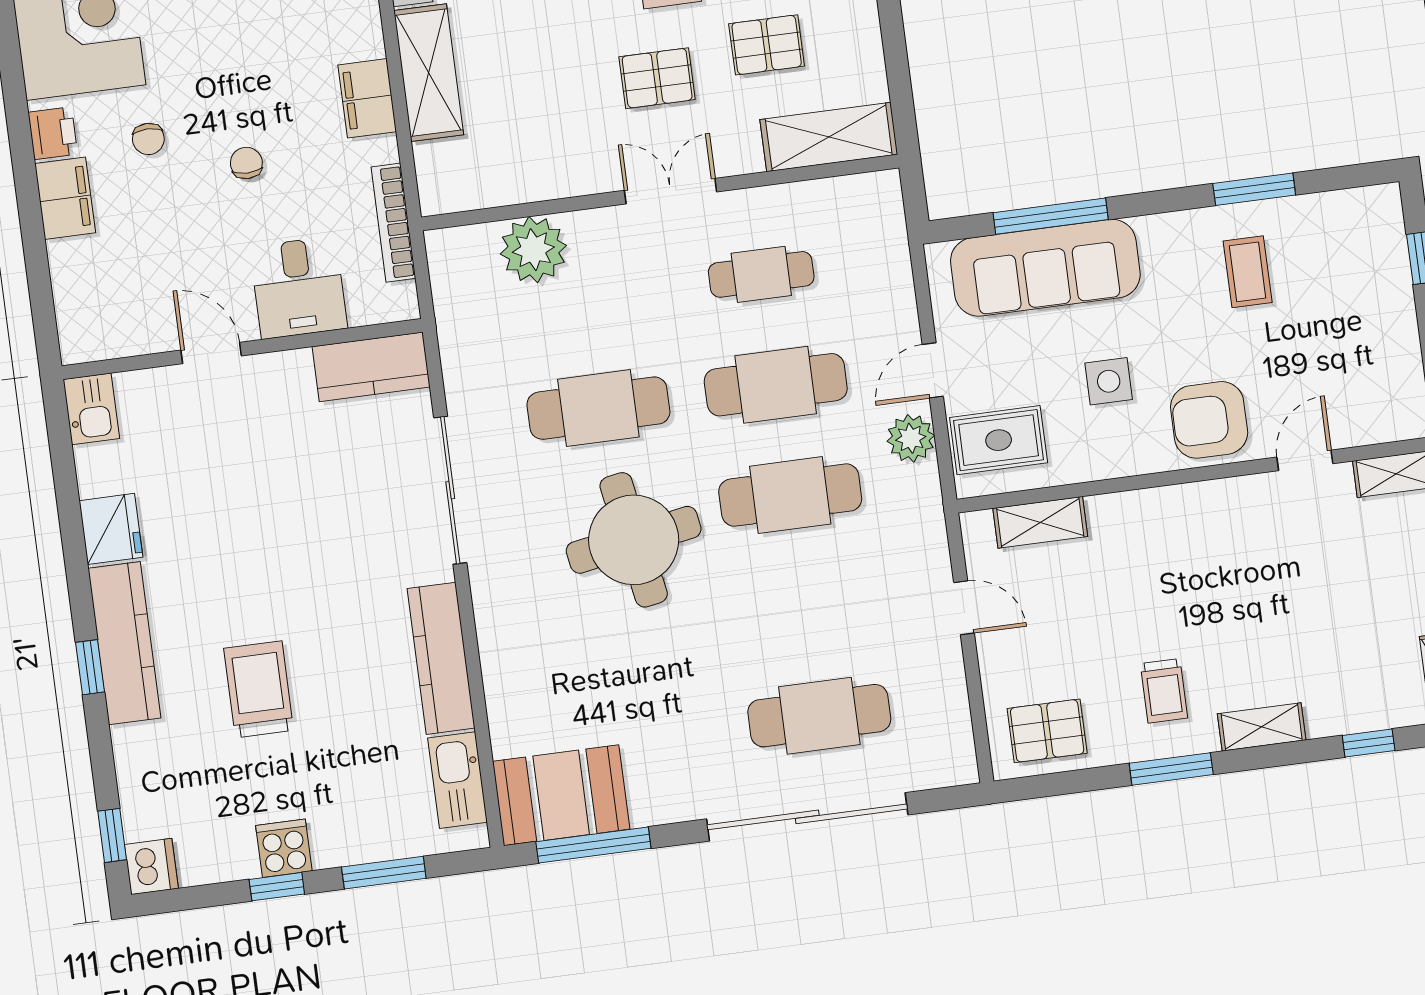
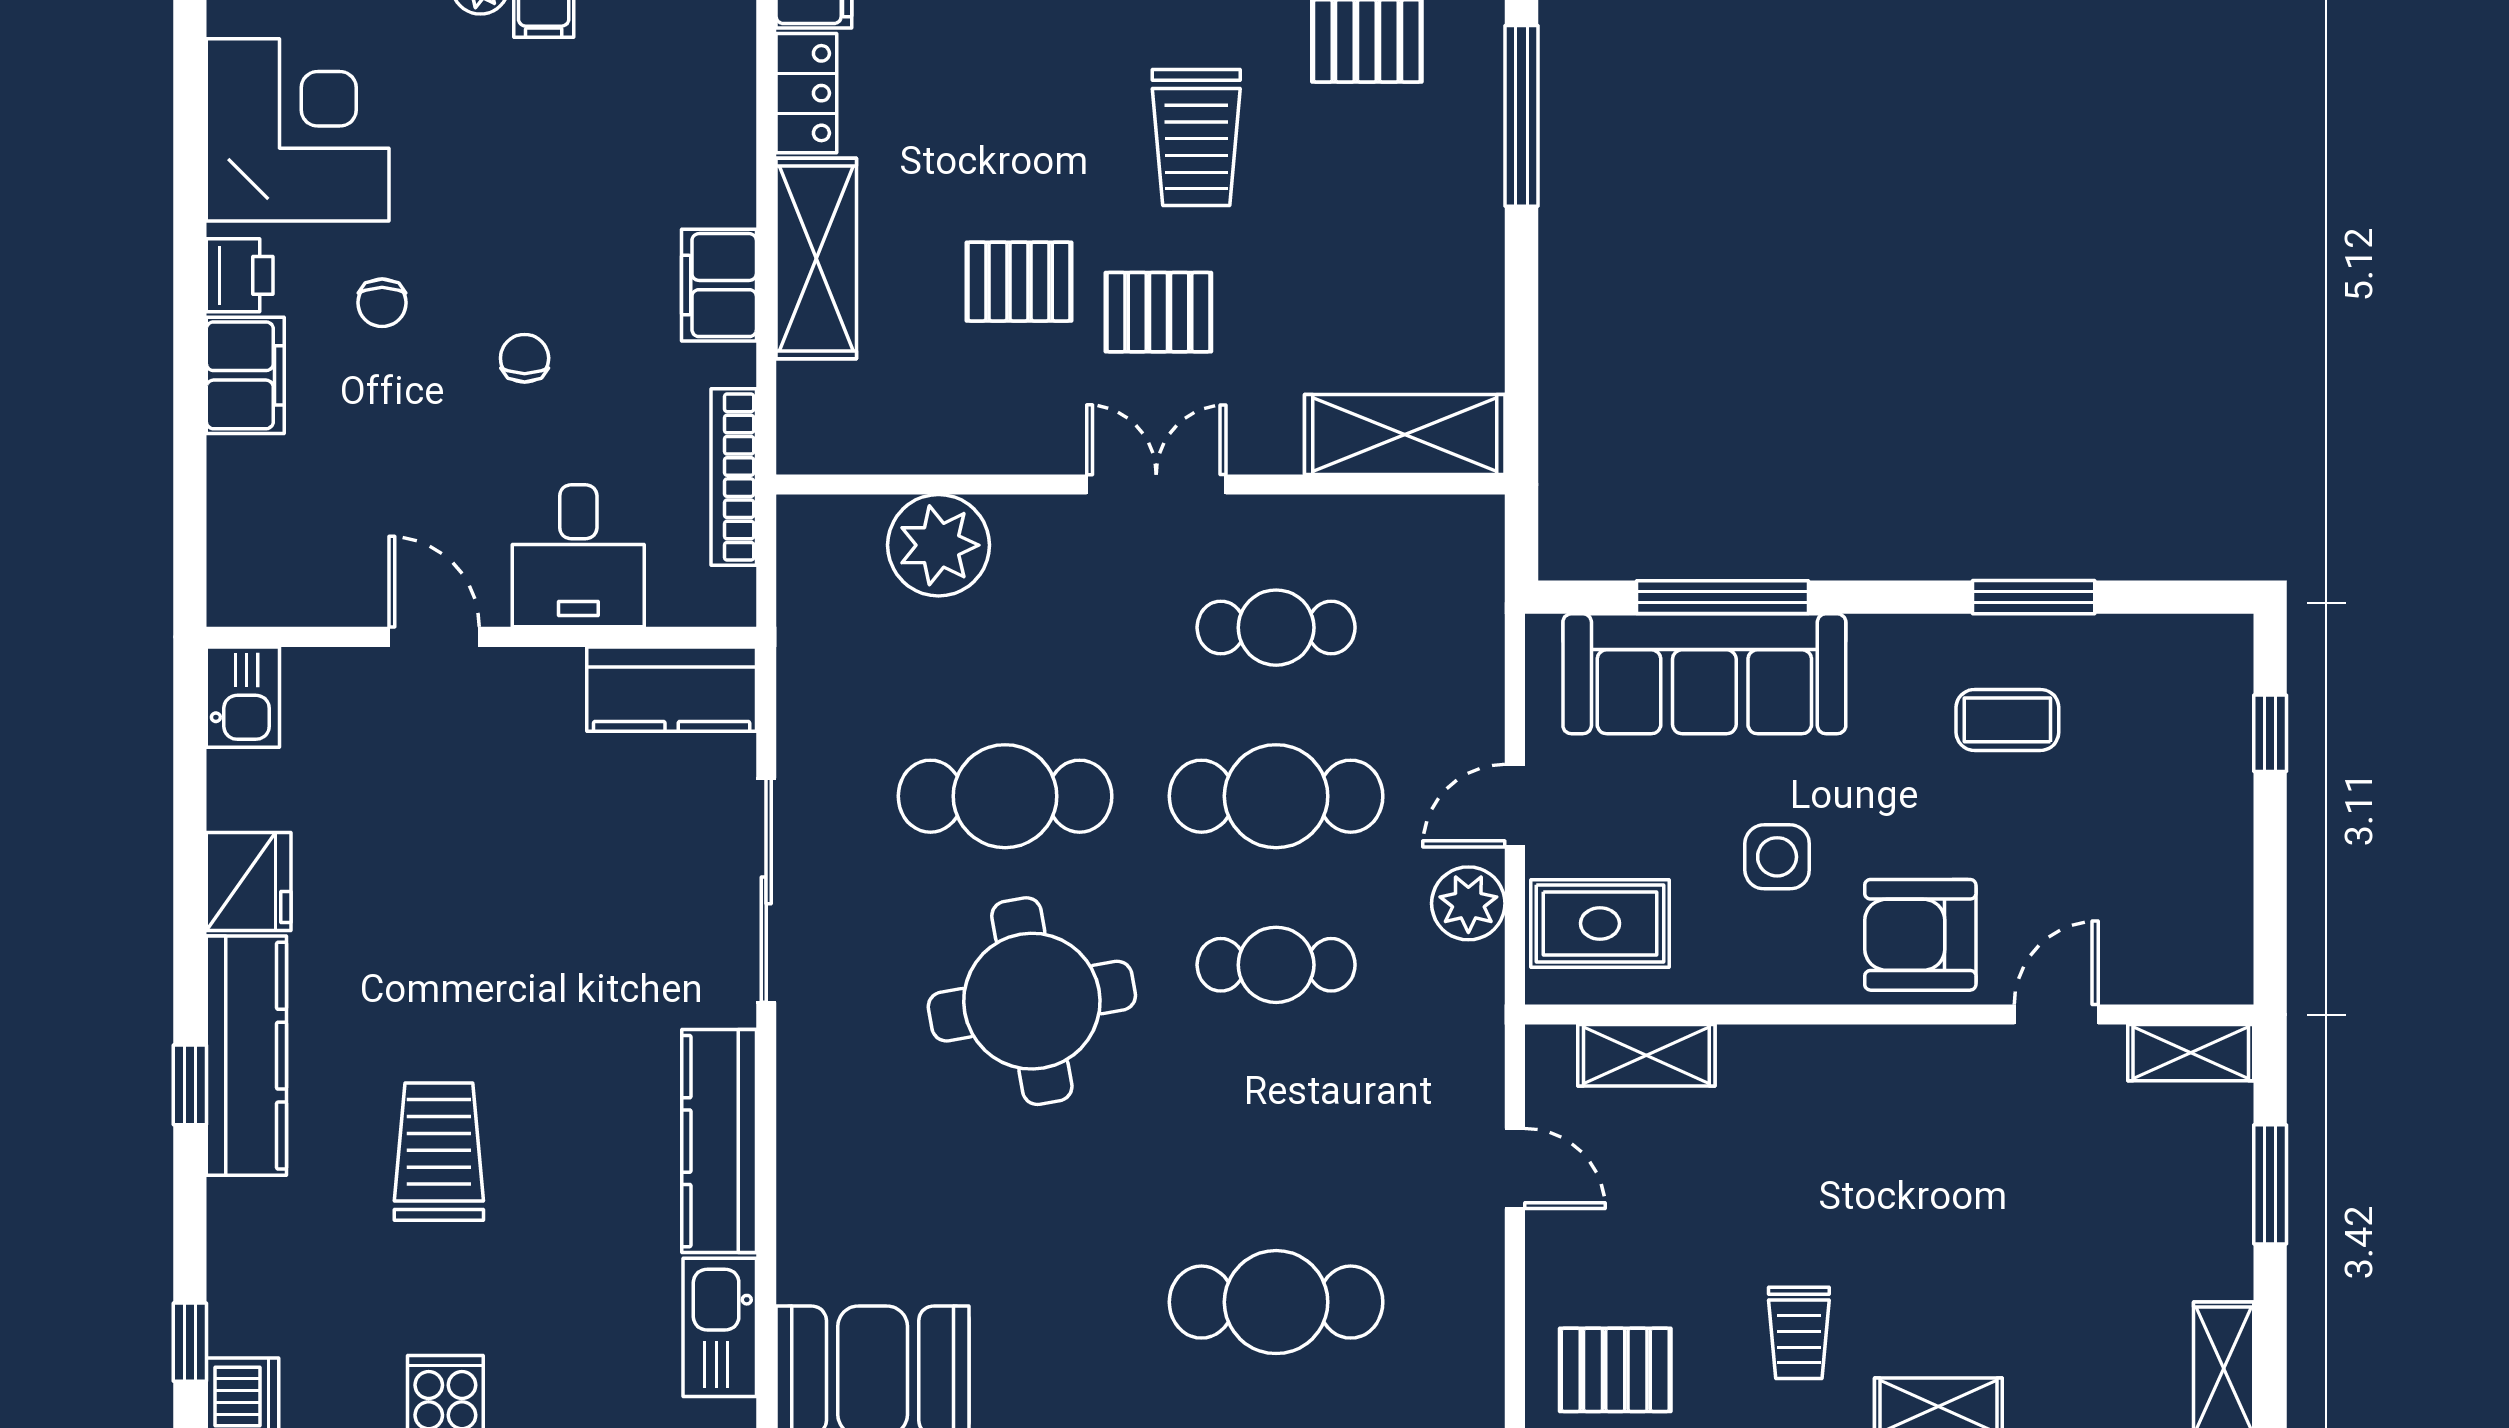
pallet: (767, 45) -> (1019, 282), moved
coffee table: (1248, 272) -> (2007, 720), turned 90
cafe table: (790, 495) -> (1276, 965), width x0.73, depth x0.74

